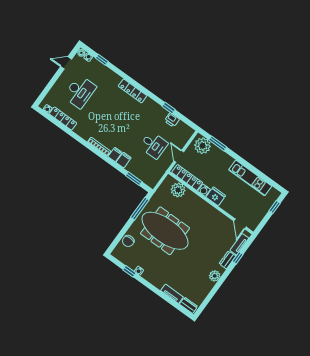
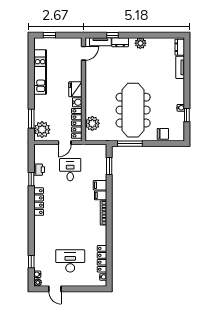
locker: (133, 91) -> (39, 202), moved

